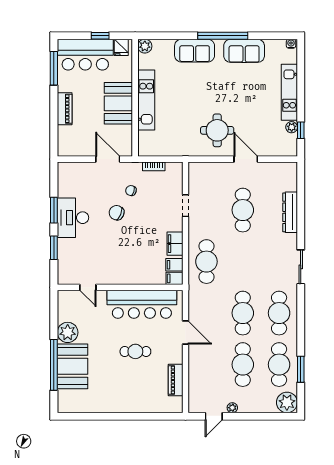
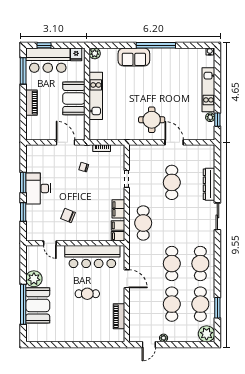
window: (100, 36) -> (44, 45), moved
sofa: (244, 51) -> (173, 57), removed
chair: (117, 213) -> (68, 215), moved
sliding door: (301, 267) -> (217, 216), moved

